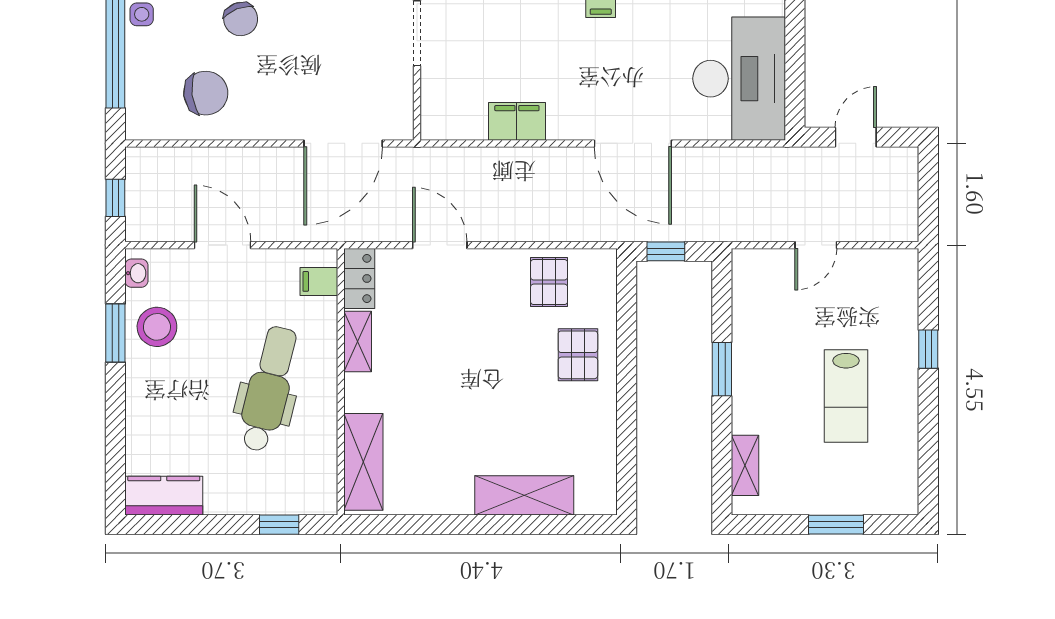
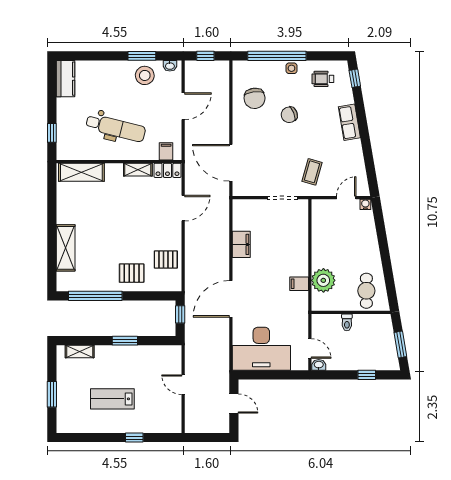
window: (627, 432) -> (95, 296), added

